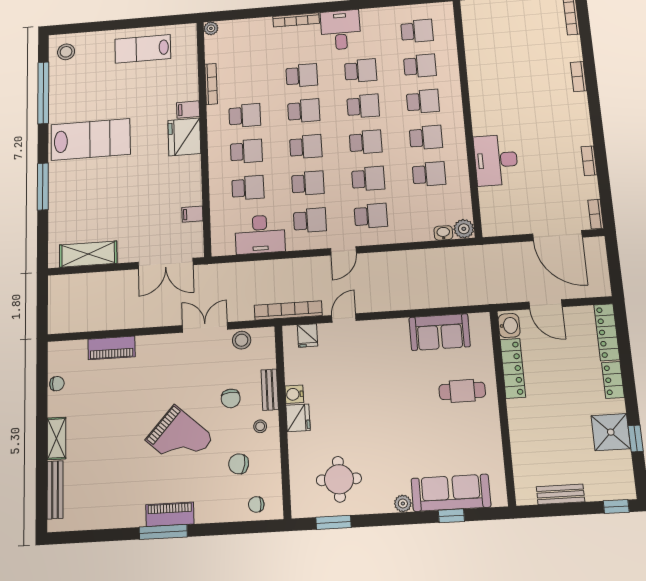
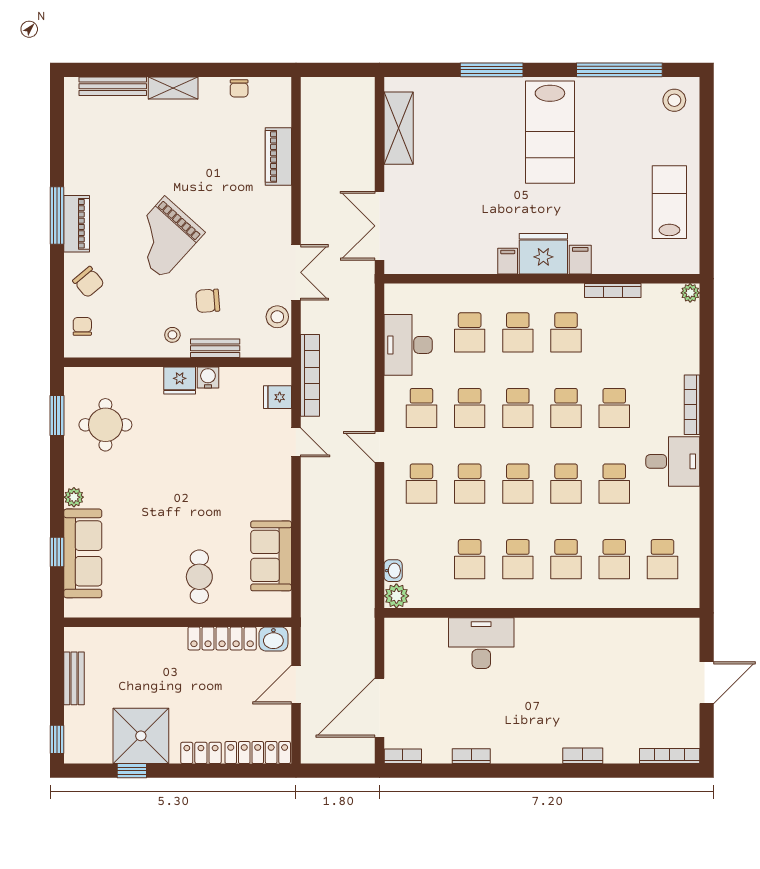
filing cabinet: (192, 214) -> (508, 261), moved
shower: (611, 432) -> (141, 736), width x1.37, depth x1.37
chair: (239, 464) -> (88, 282), moved, turned 129

